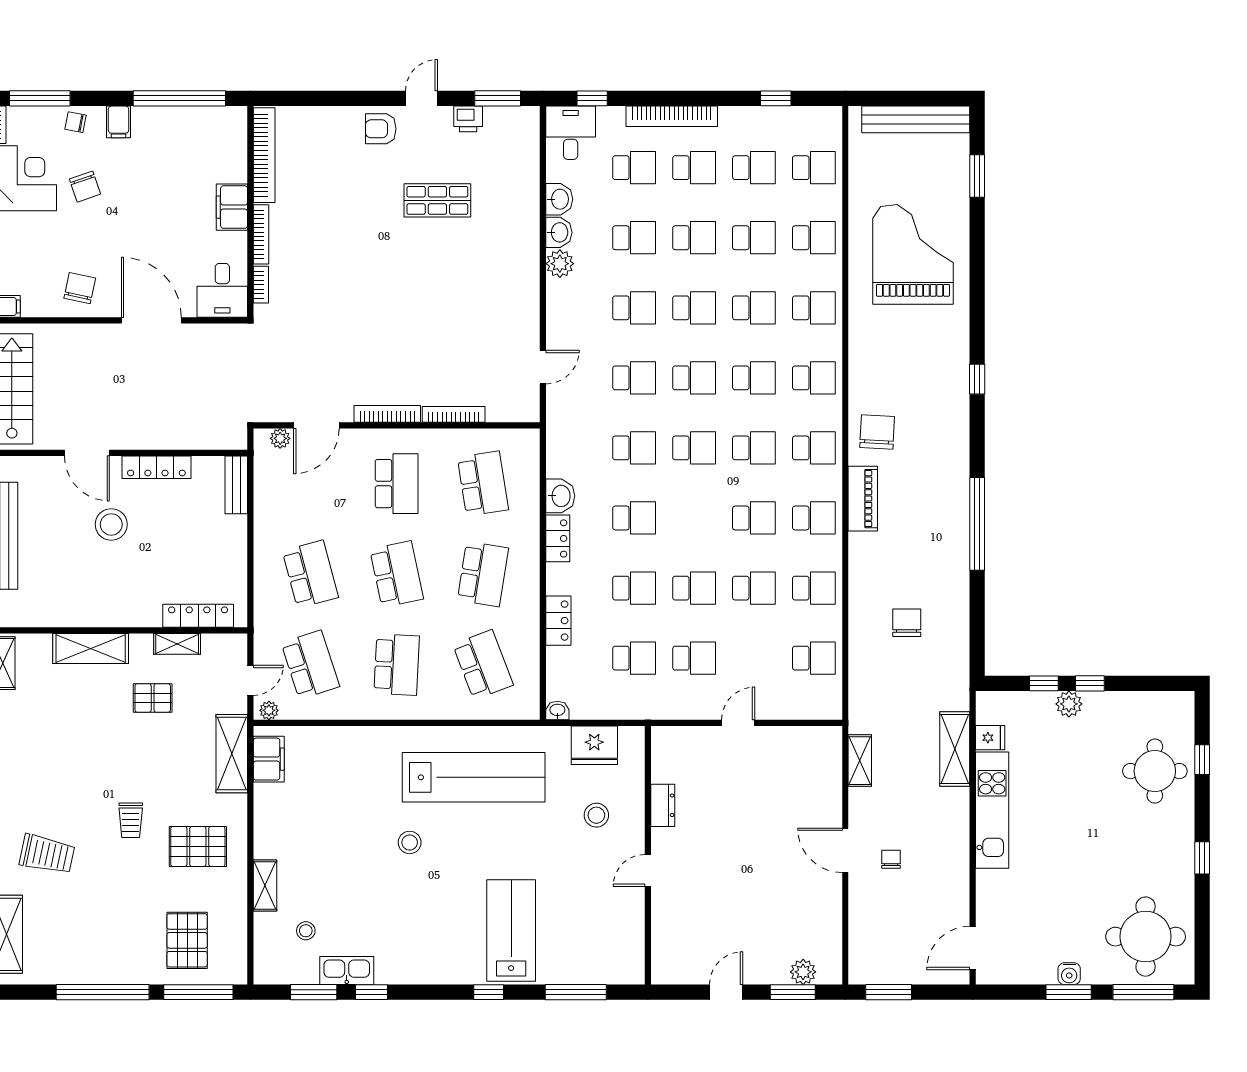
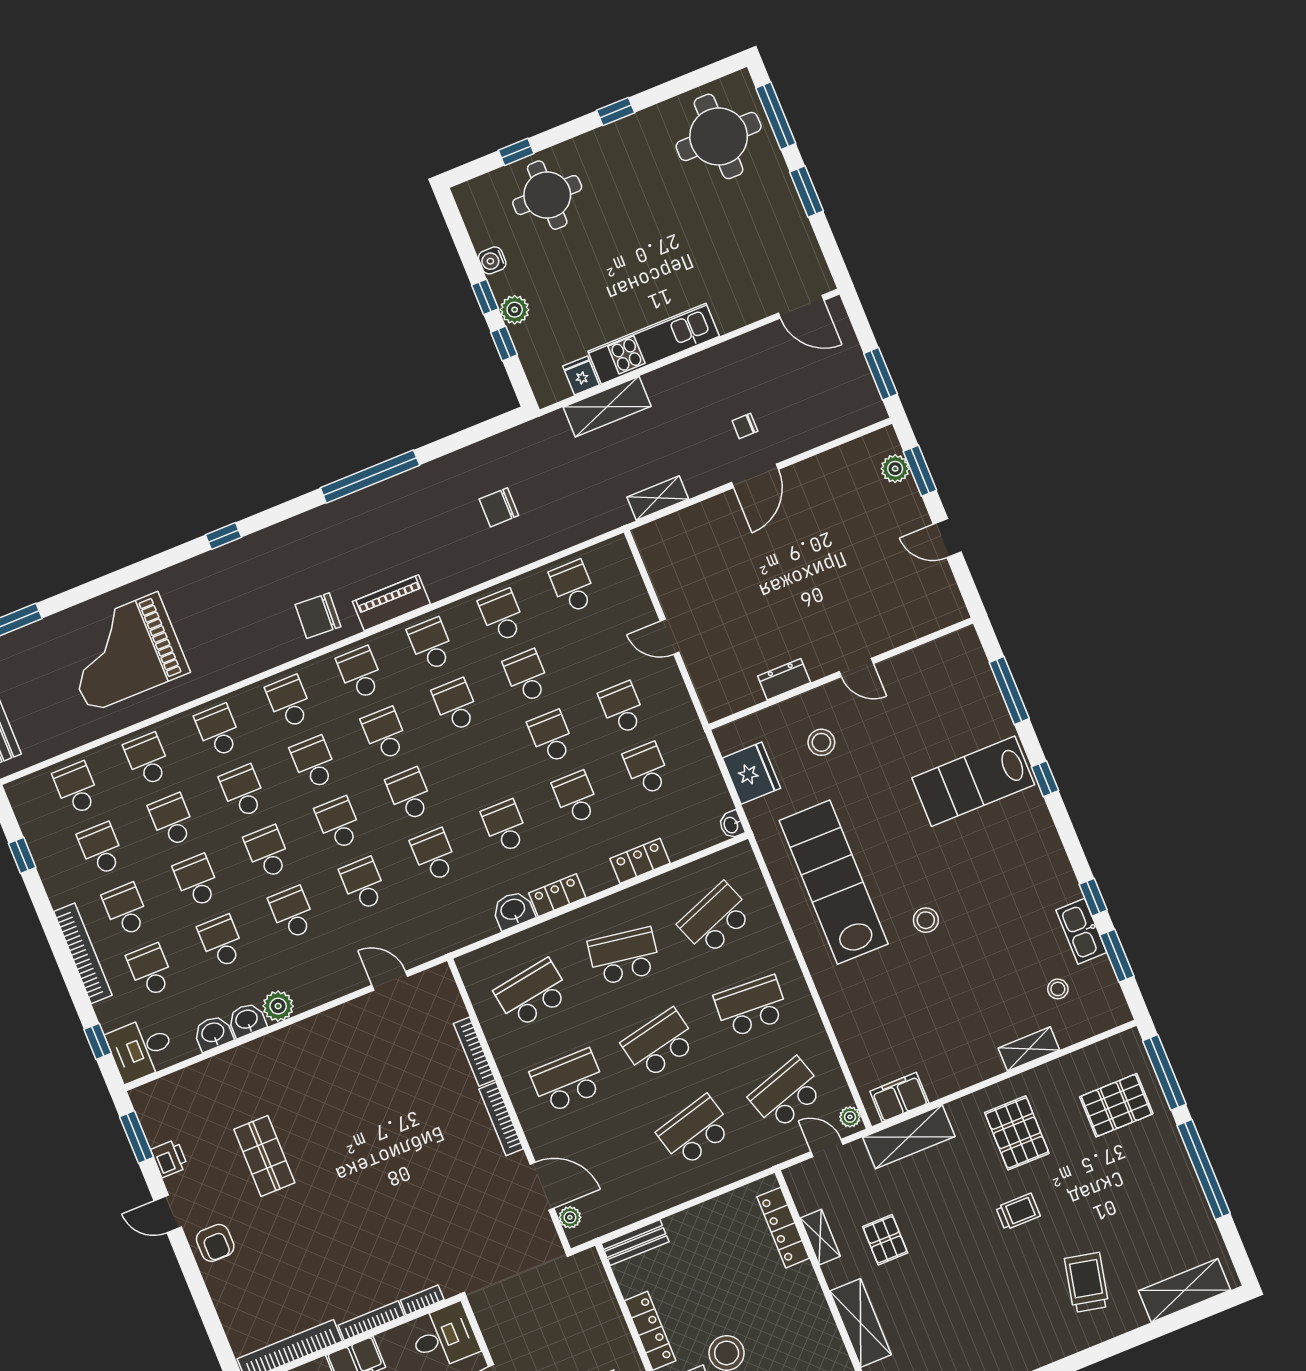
water cooler: (1069, 974) -> (492, 260), moved, turned 180

